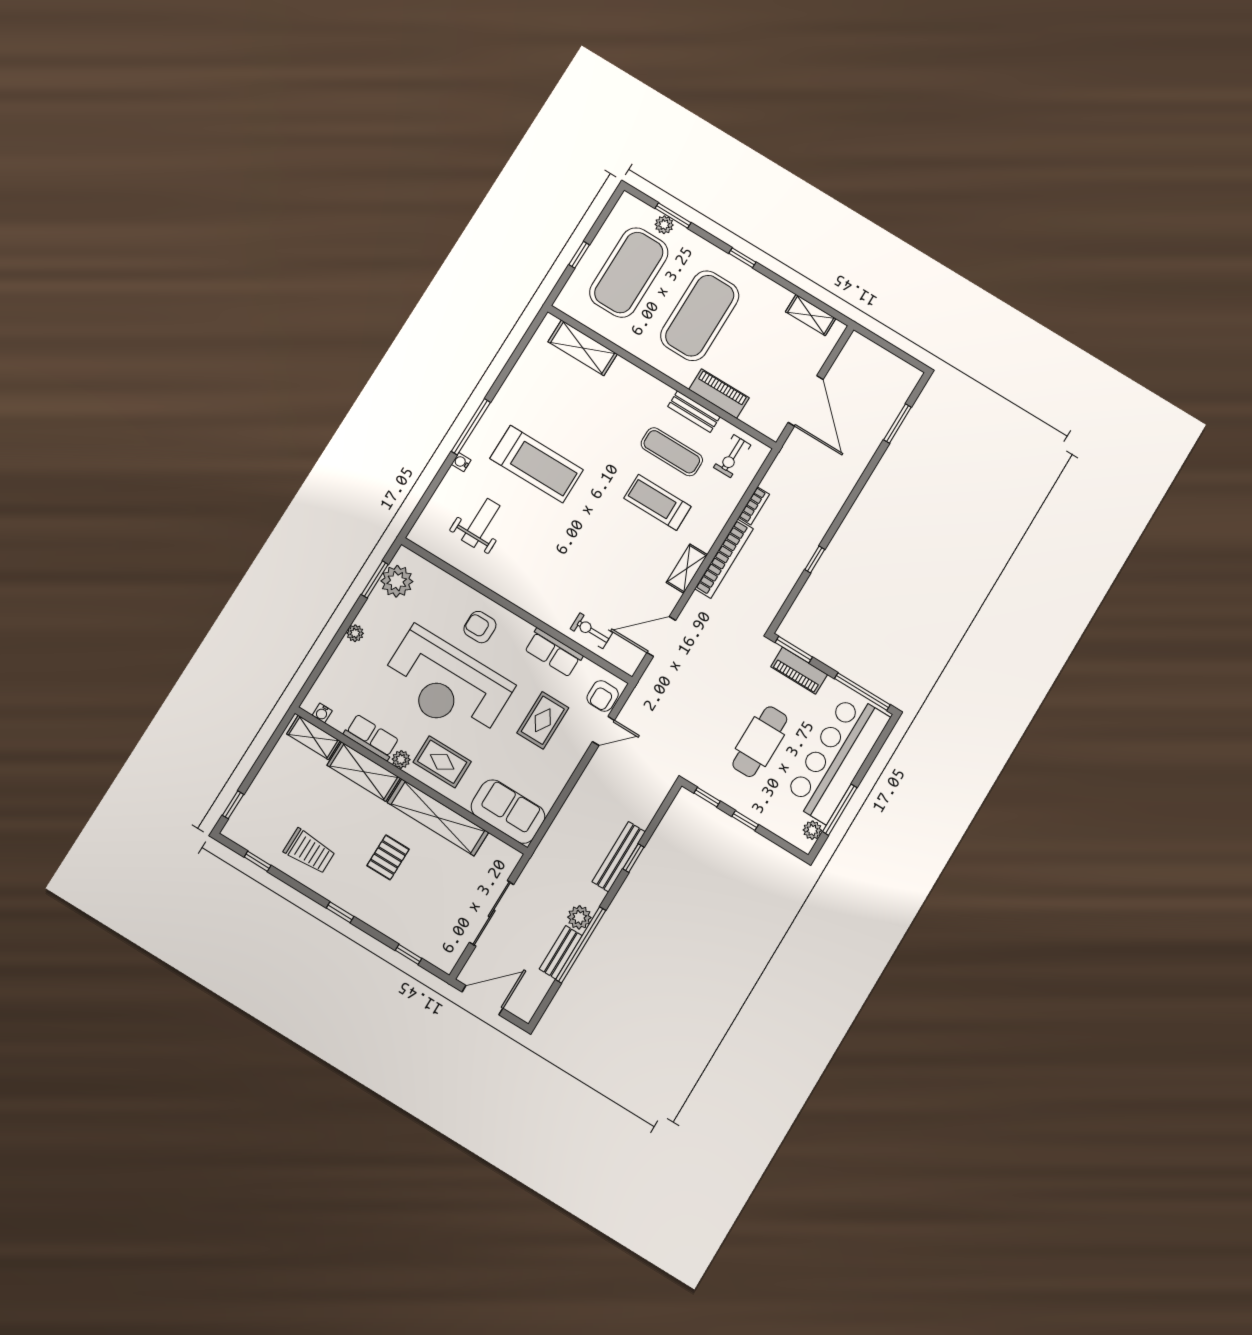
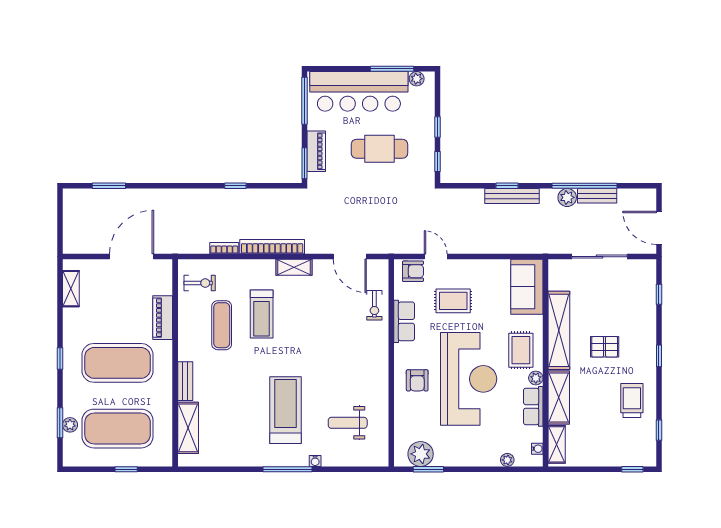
bench: (694, 412) -> (185, 381), moved
plant: (355, 633) -> (507, 460), moved

